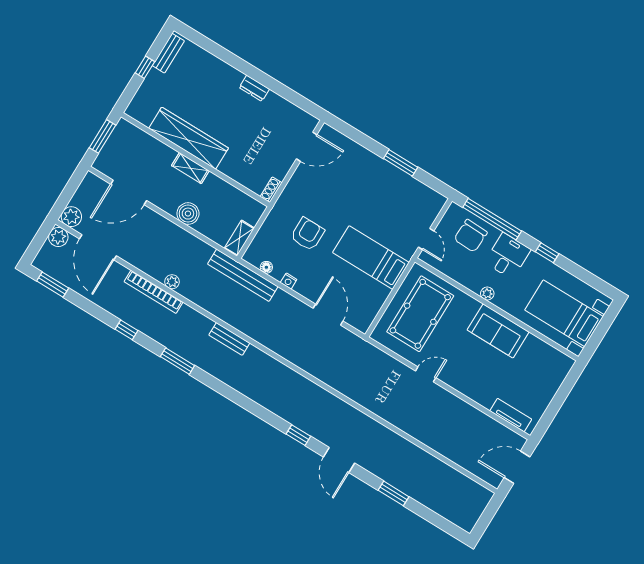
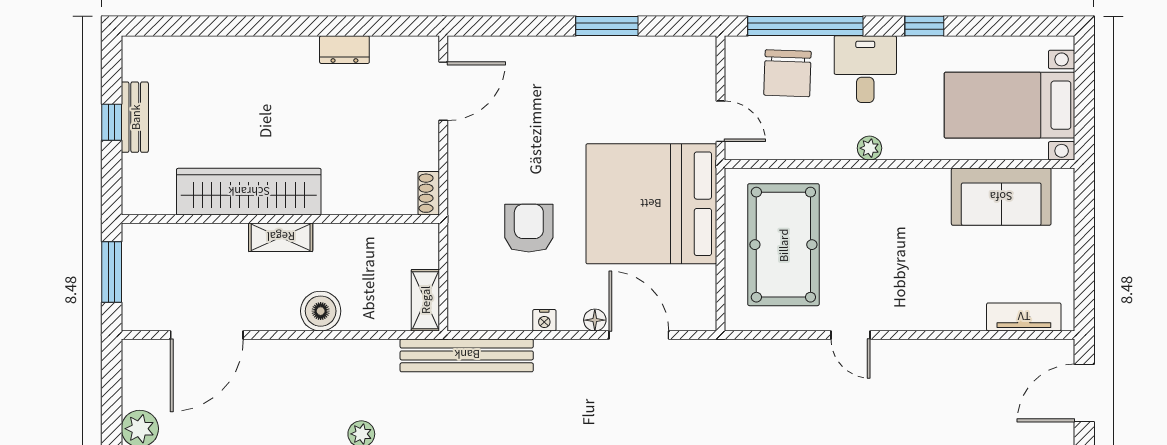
bench: (168, 53) -> (135, 117), moved
dresser: (254, 88) -> (344, 50), moved
bed: (371, 258) -> (651, 204), width x2.04
floor lamp: (266, 267) -> (595, 320), moved
sofa: (498, 331) -> (1001, 197), moved
door: (426, 374) -> (850, 335), swing flipped

